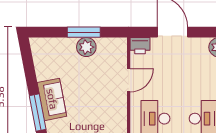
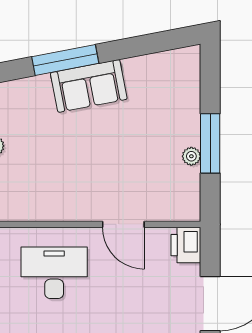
plant: (86, 47) -> (191, 156), width x0.53, depth x0.53

